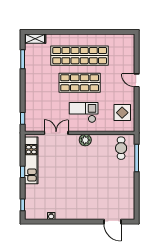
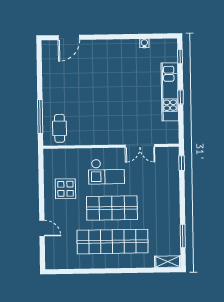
door: (137, 80) -> (42, 228), moved
display table: (122, 113) -> (65, 189), moved
plant: (85, 140) -> (104, 138), removed
kitchen unit: (31, 160) -> (170, 92), moved
door: (112, 222) -> (69, 37), swing flipped

